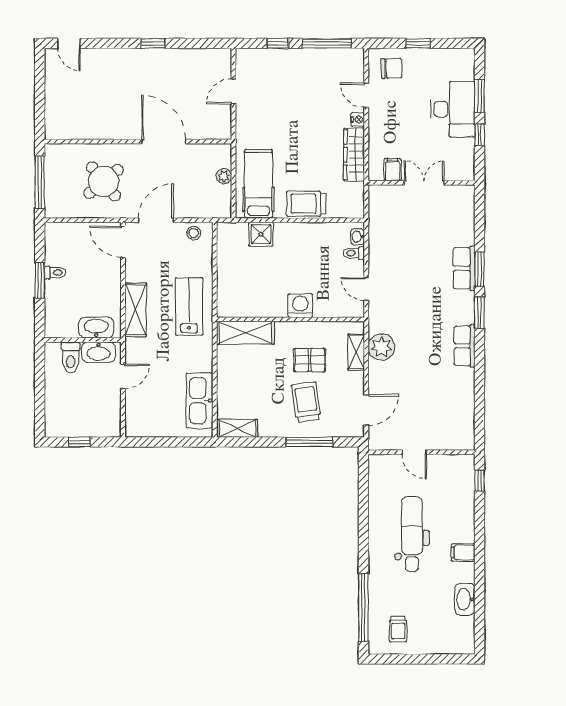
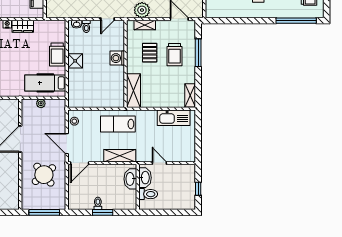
wardrobe: (354, 155) -> (23, 26), width x0.67
shower: (261, 234) -> (75, 61), moved
trolley: (306, 402) -> (175, 55), turned -82

